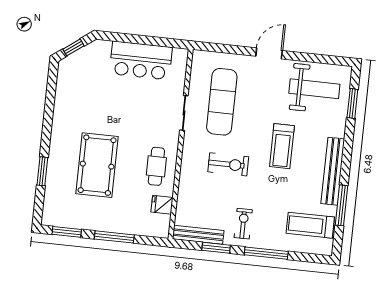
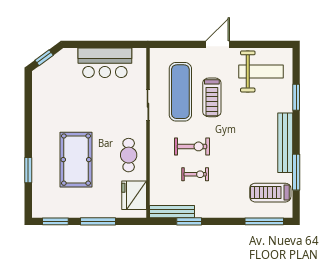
window: (352, 104) -> (296, 97), moved
treadmill: (282, 146) -> (212, 97), moved
fridge: (162, 205) -> (134, 195), width x1.88, depth x1.34
exercise bike: (243, 224) -> (195, 174), moved, turned 90
window: (266, 253) -> (264, 221), moved

